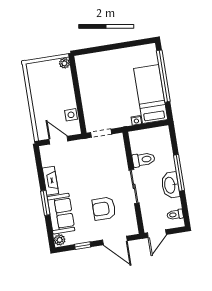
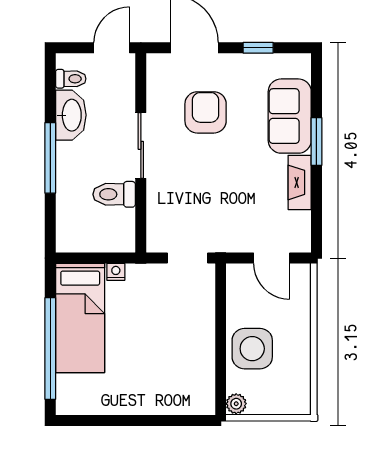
side table: (71, 115) -> (252, 349), moved, width x1.87, depth x1.87
washbasin: (170, 185) -> (71, 115), moved
armchair: (104, 209) -> (206, 112), turned -90
plant: (60, 240) -> (300, 66), removed

